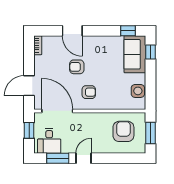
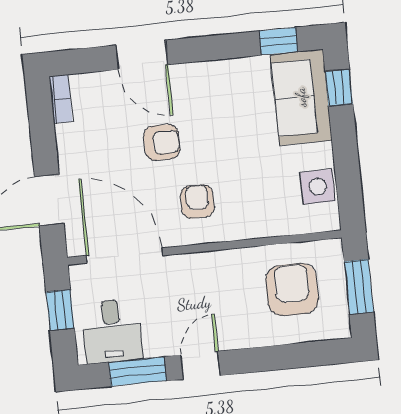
armchair: (77, 67) -> (162, 142), turned 180
armchair: (89, 92) -> (197, 202), turned -90

